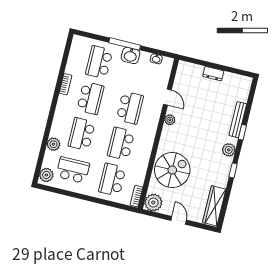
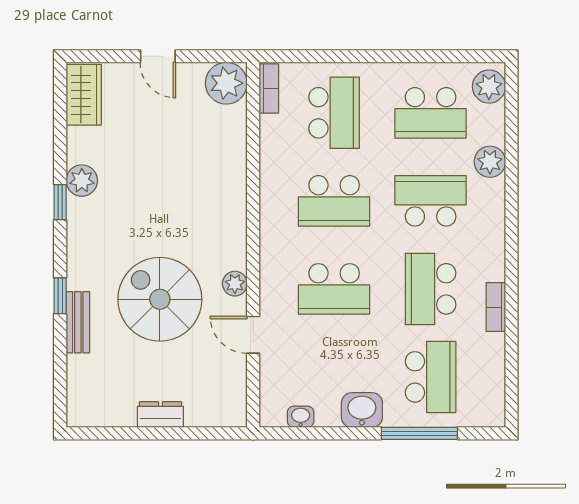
window: (125, 44) -> (419, 433), moved
school desk: (130, 108) -> (334, 289), turned -90
bench: (238, 120) -> (78, 322), width x0.73
school desk: (82, 134) -> (431, 201), turned -90
school desk: (121, 144) -> (334, 201), turned 90
plant: (229, 150) -> (82, 181), moved
spiral stairs: (172, 170) -> (160, 299), moved, turned 90
wardrobe: (214, 206) -> (84, 95), width x0.67

